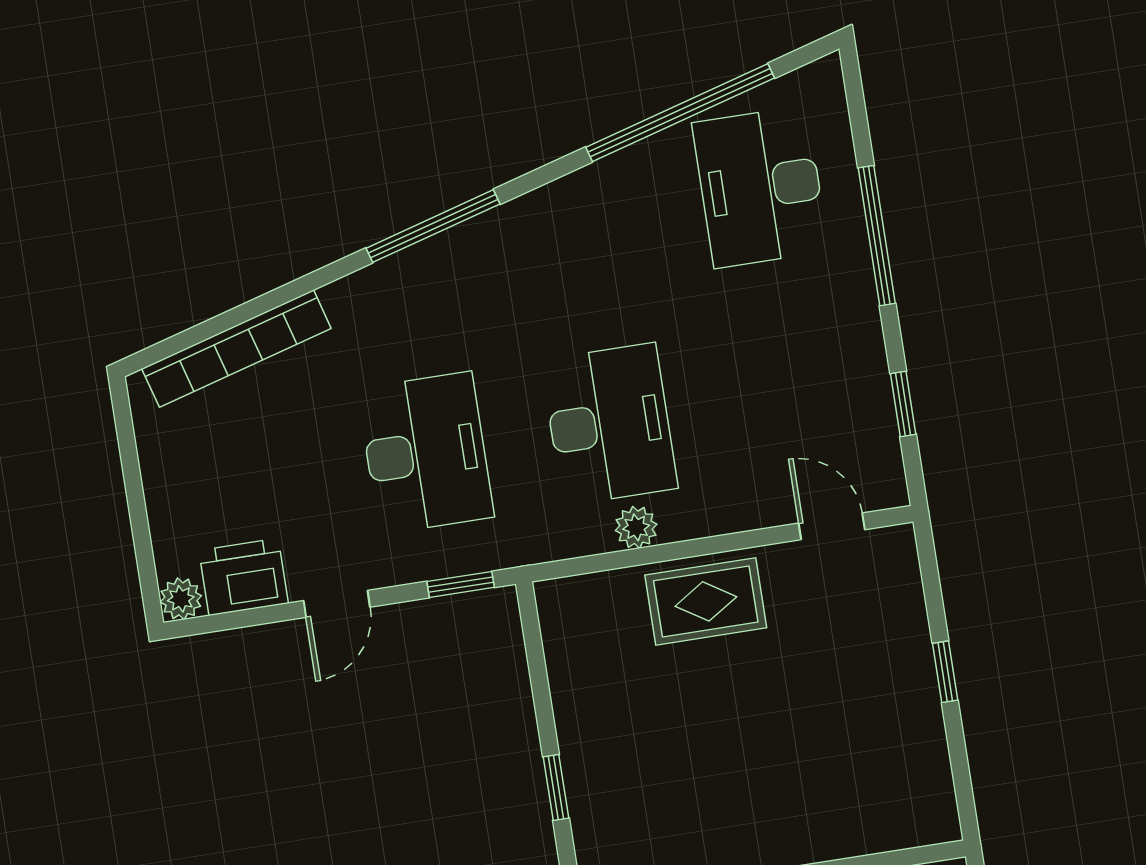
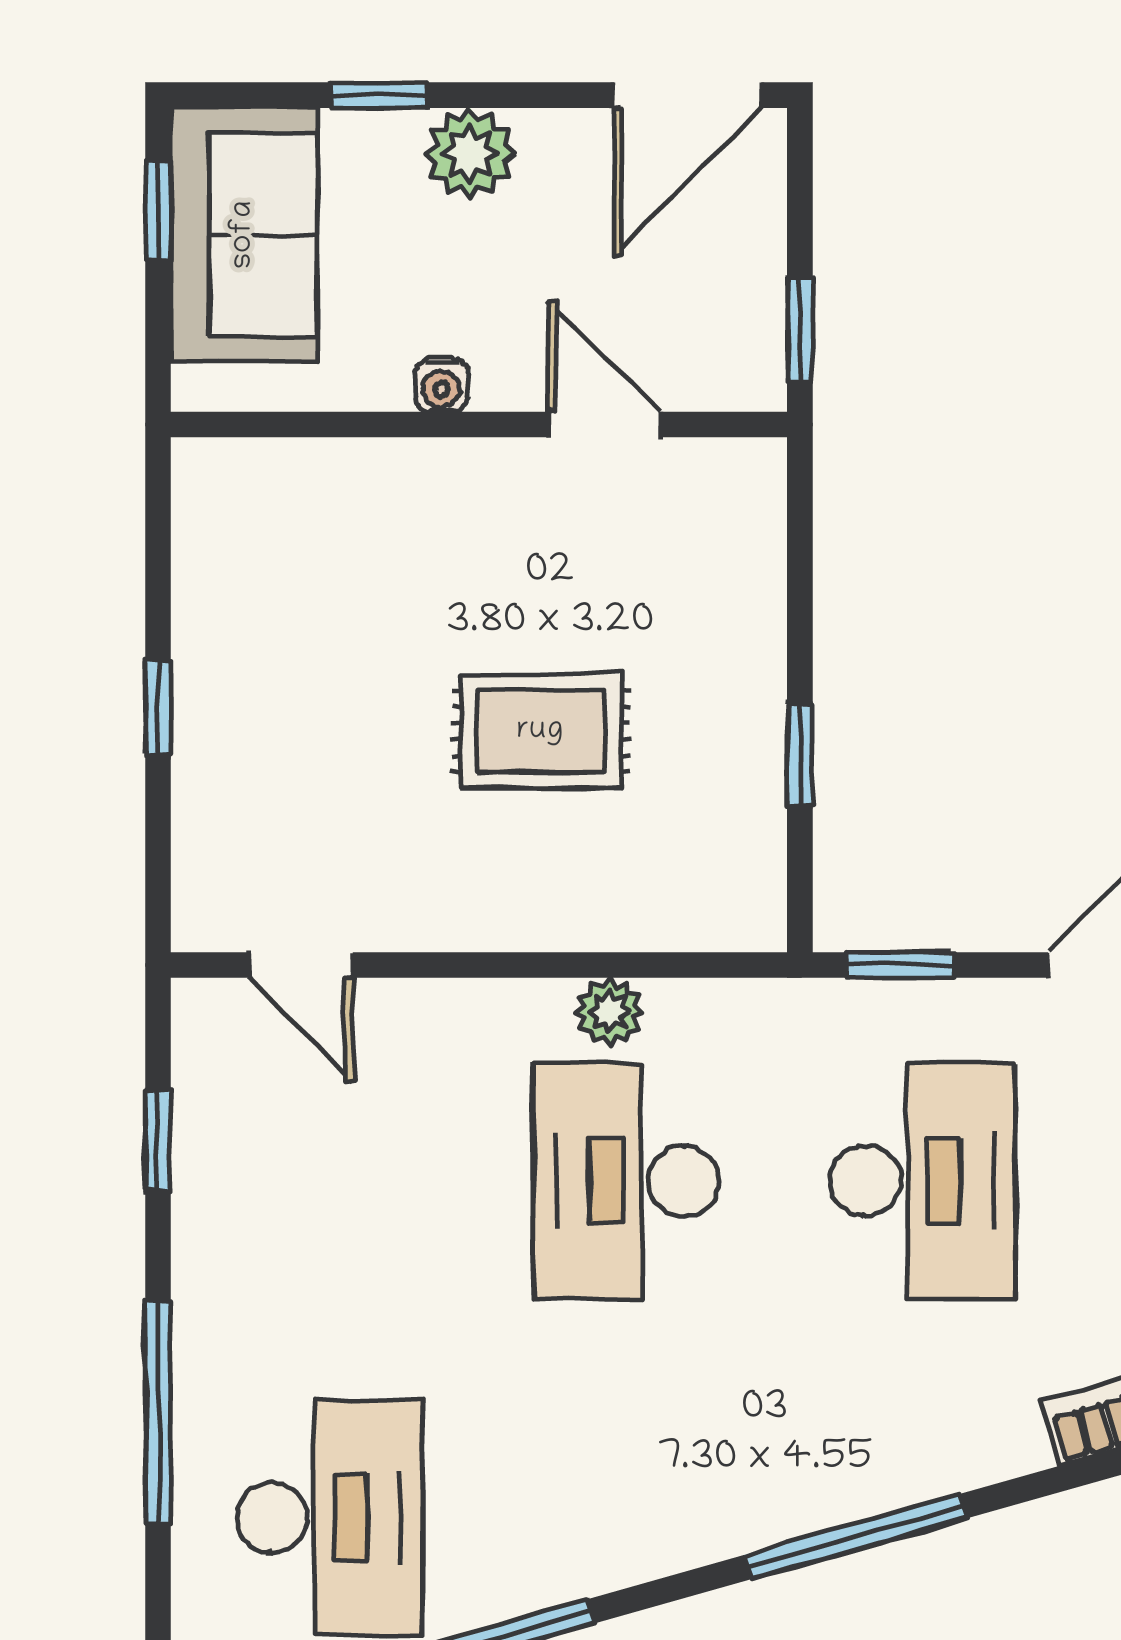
desk: (426, 453) -> (923, 1181), turned 180
rug: (706, 601) -> (540, 731), moved
window: (556, 787) -> (800, 754), moved

